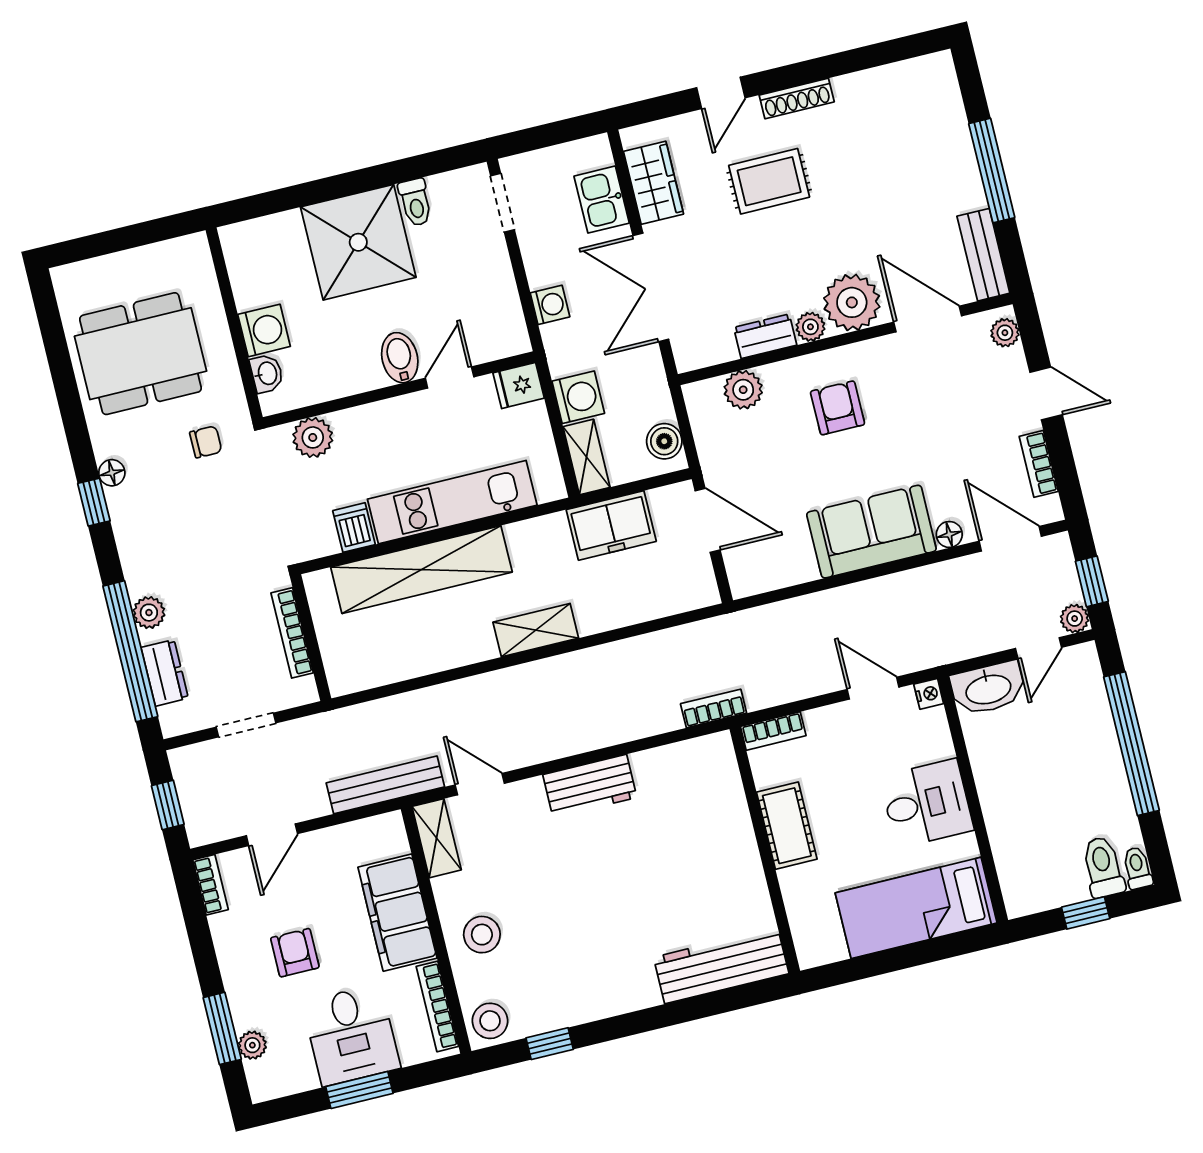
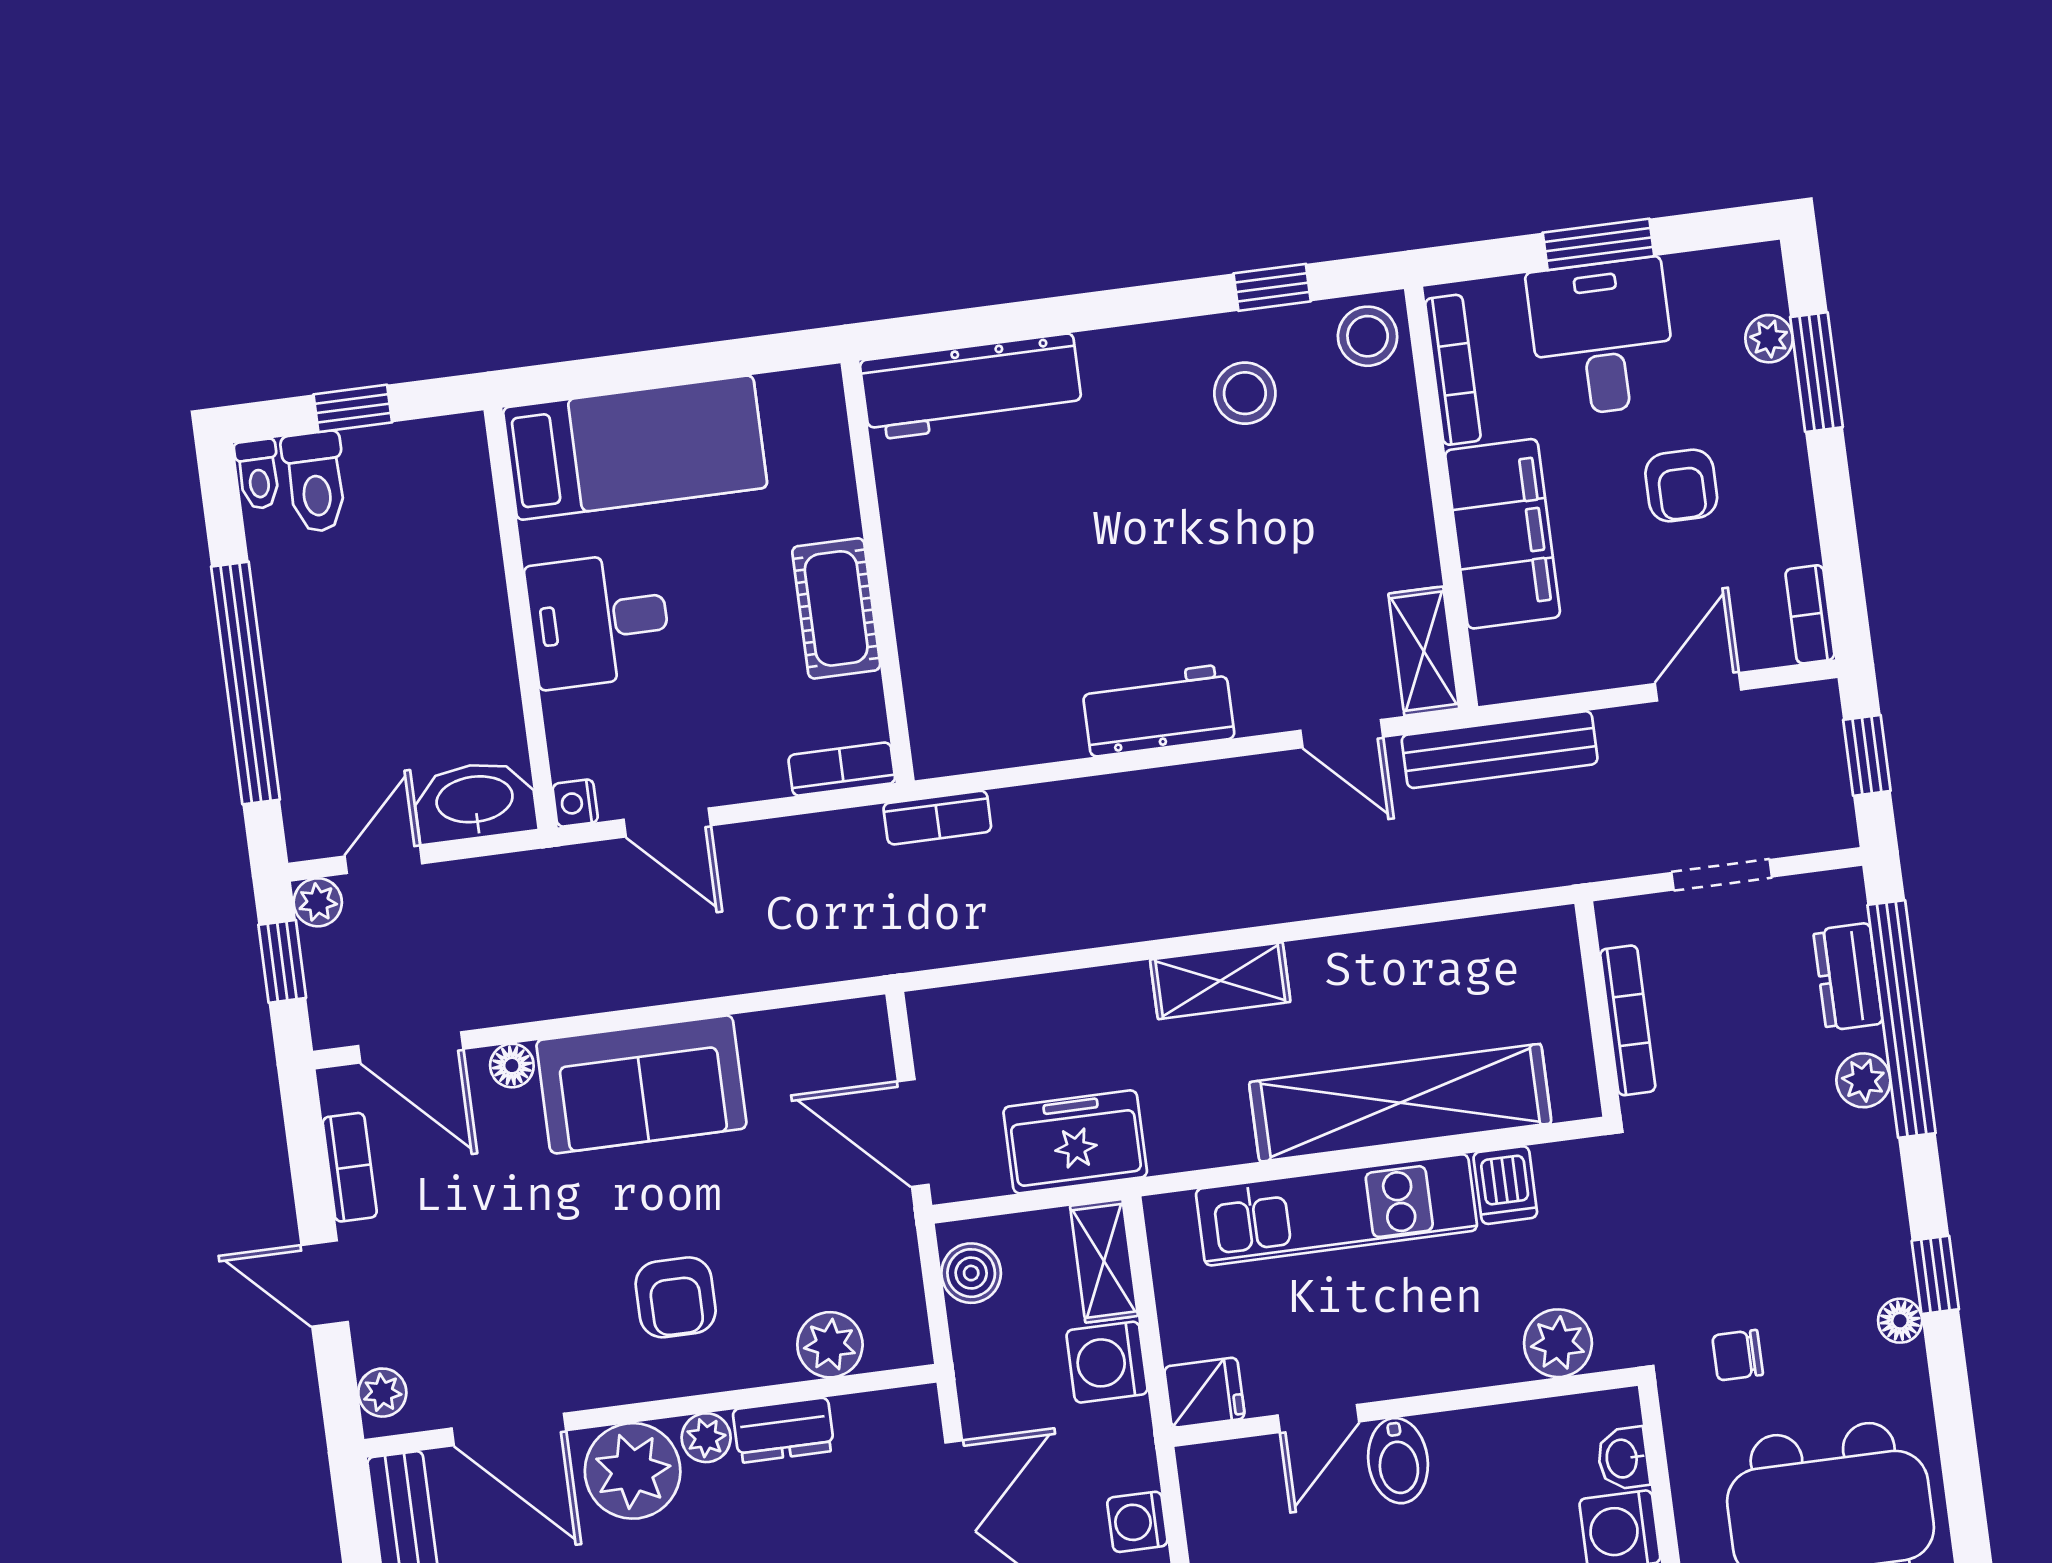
stool: (482, 935) -> (1245, 393), moved

